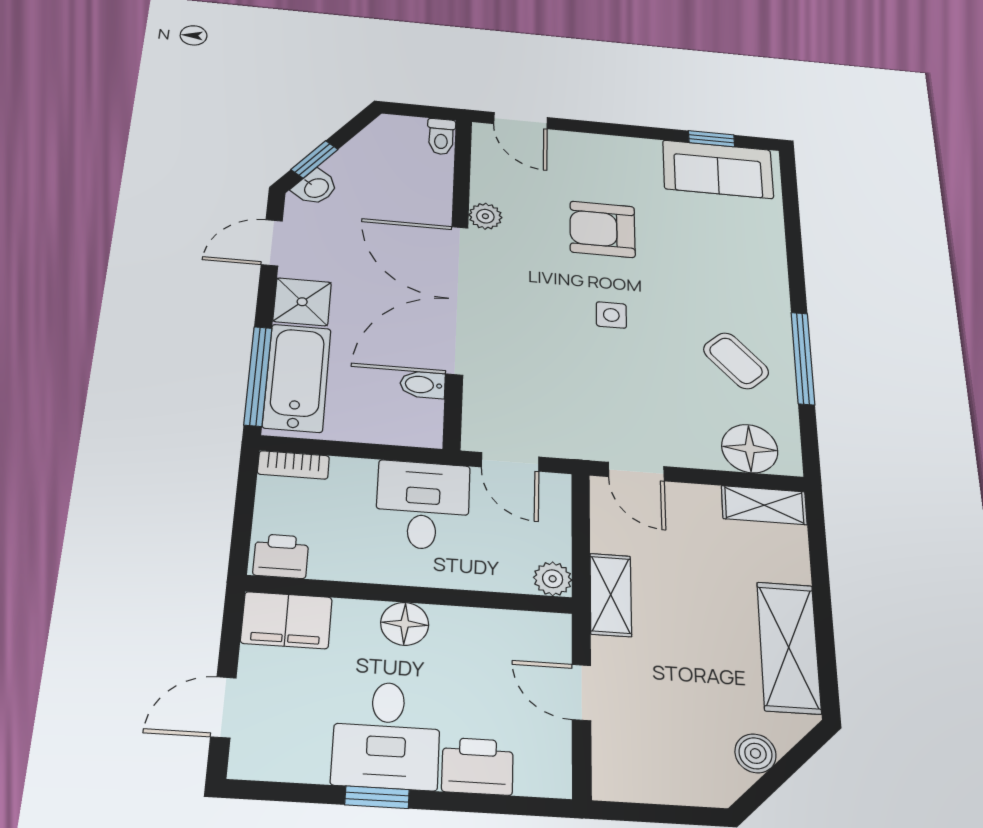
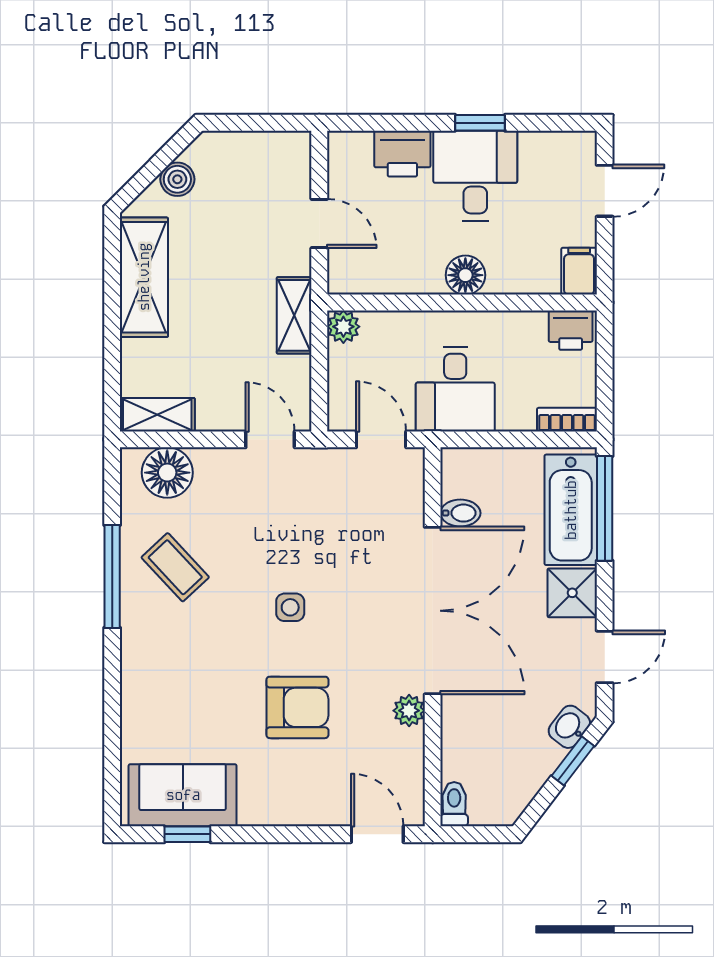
filing cabinet: (286, 620) -> (579, 271), width x0.50

